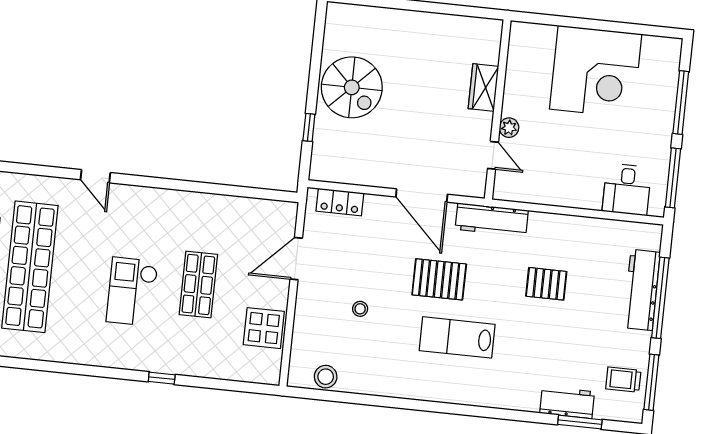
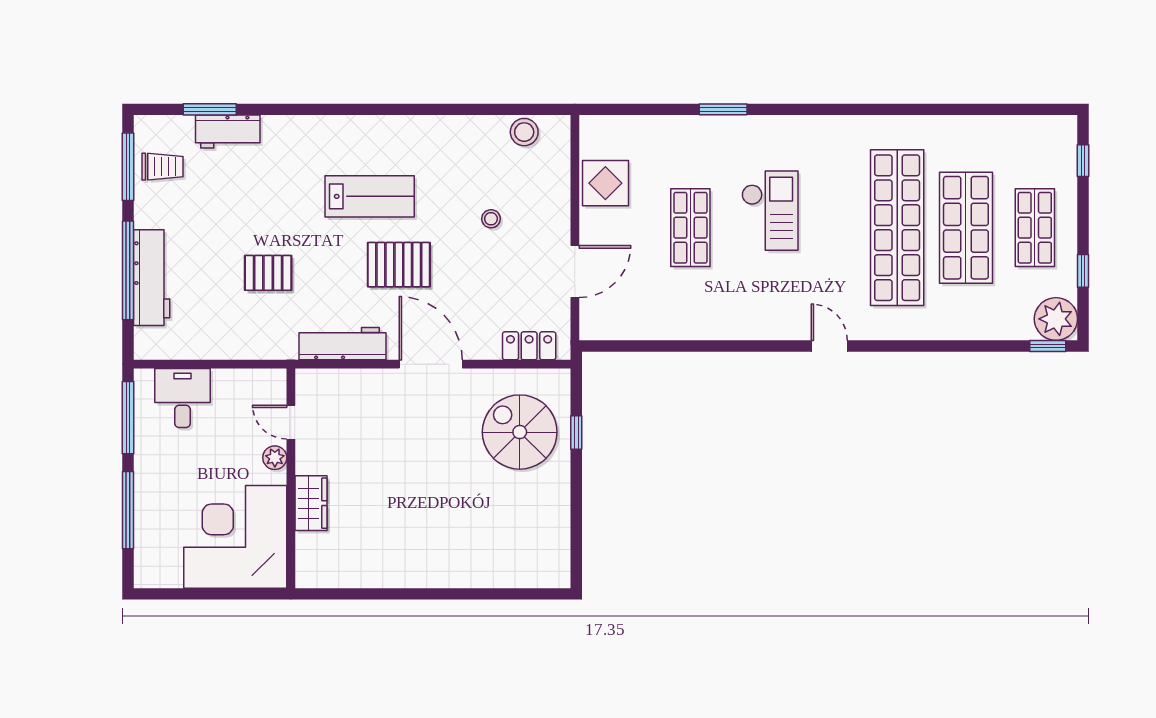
spiral stairs: (352, 87) -> (520, 432), moved
wardrobe: (483, 87) -> (311, 503), moved
wall: (498, 110) -> (291, 478), moved
plant: (509, 128) -> (275, 458), moved
door: (493, 155) -> (291, 422), moved
window: (162, 378) -> (723, 109), width x1.50

